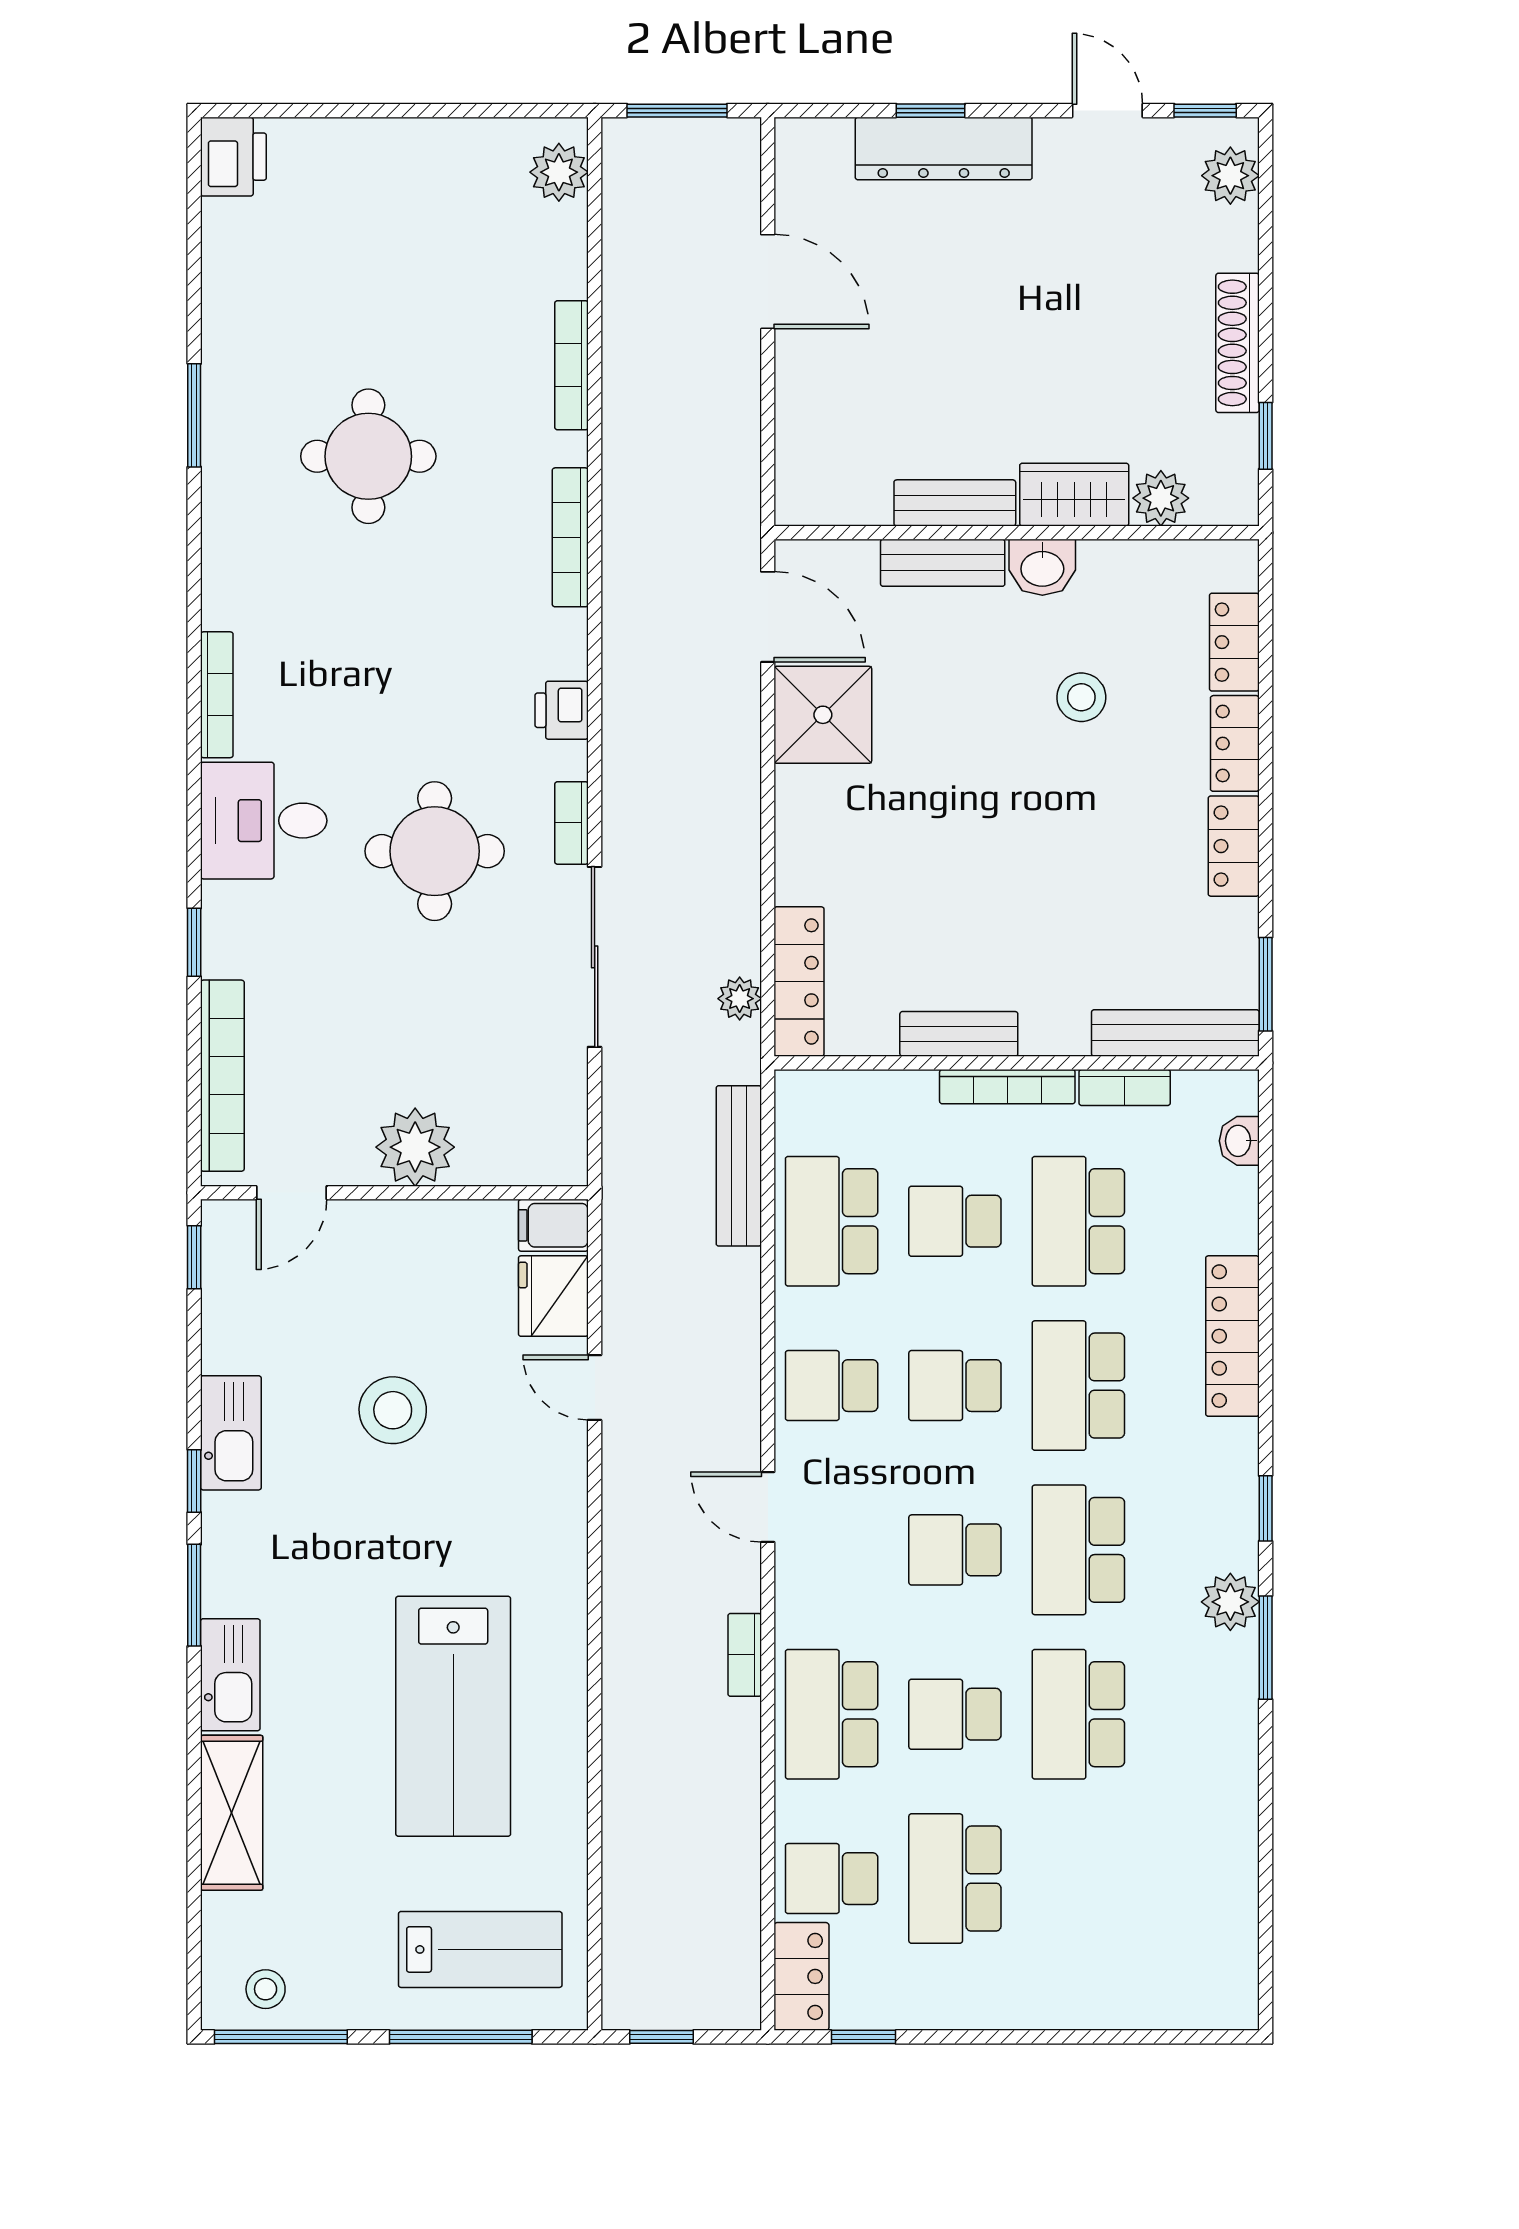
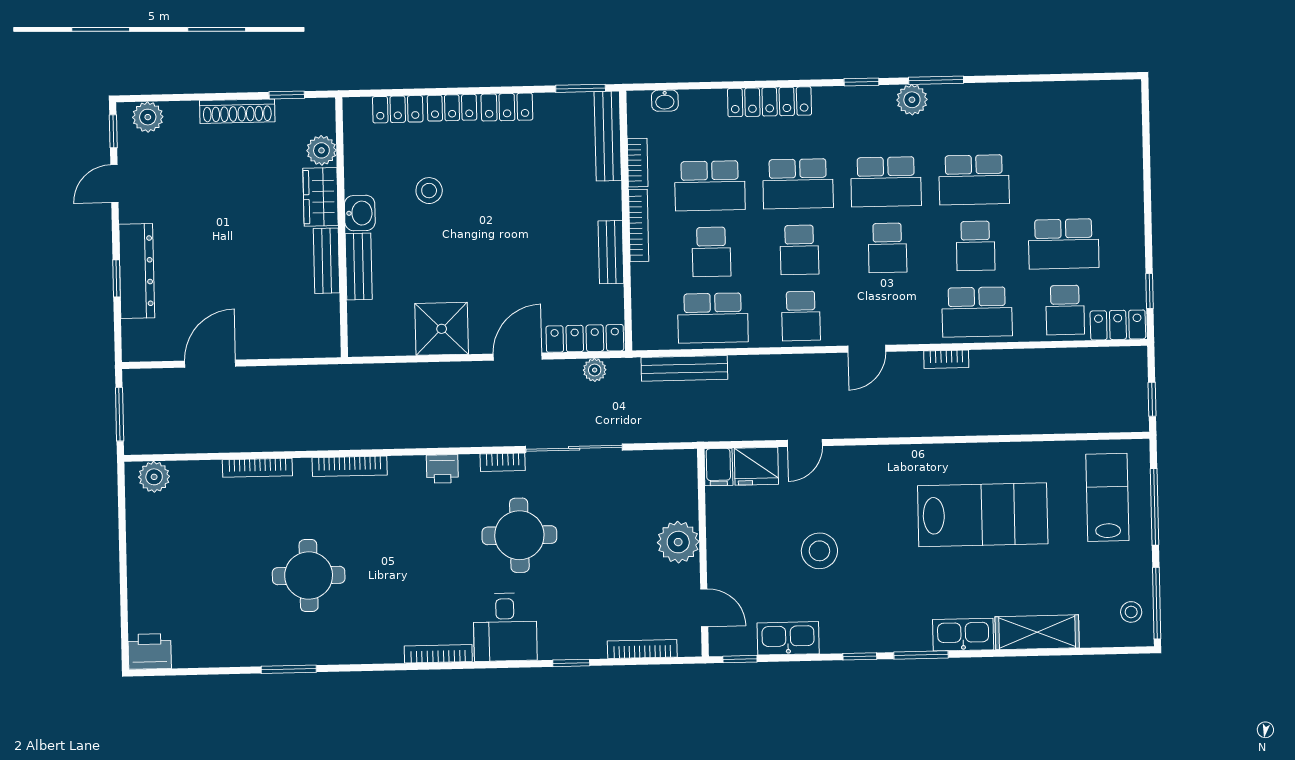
door: (768, 617) -> (518, 357), moved
bookcase: (222, 1076) -> (642, 649), width x0.68, depth x0.76
kitchen sink: (231, 1433) -> (788, 638), moved

